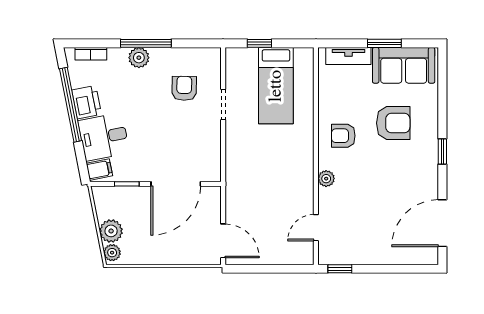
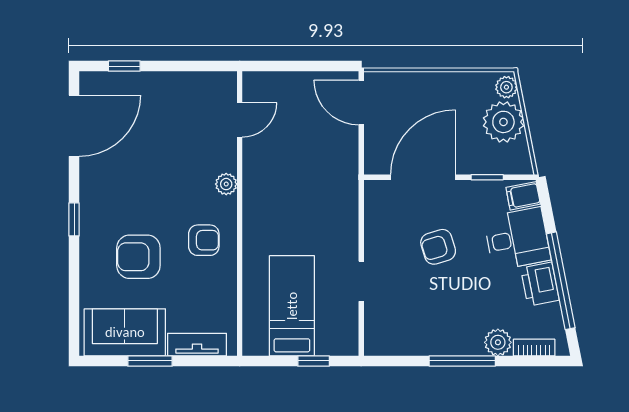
plant: (139, 58) -> (498, 342), moved
armchair: (184, 88) -> (438, 247), moved, turned 72
plant: (111, 231) -> (503, 122), width x1.36, depth x1.36
window: (340, 269) -> (124, 66), moved

